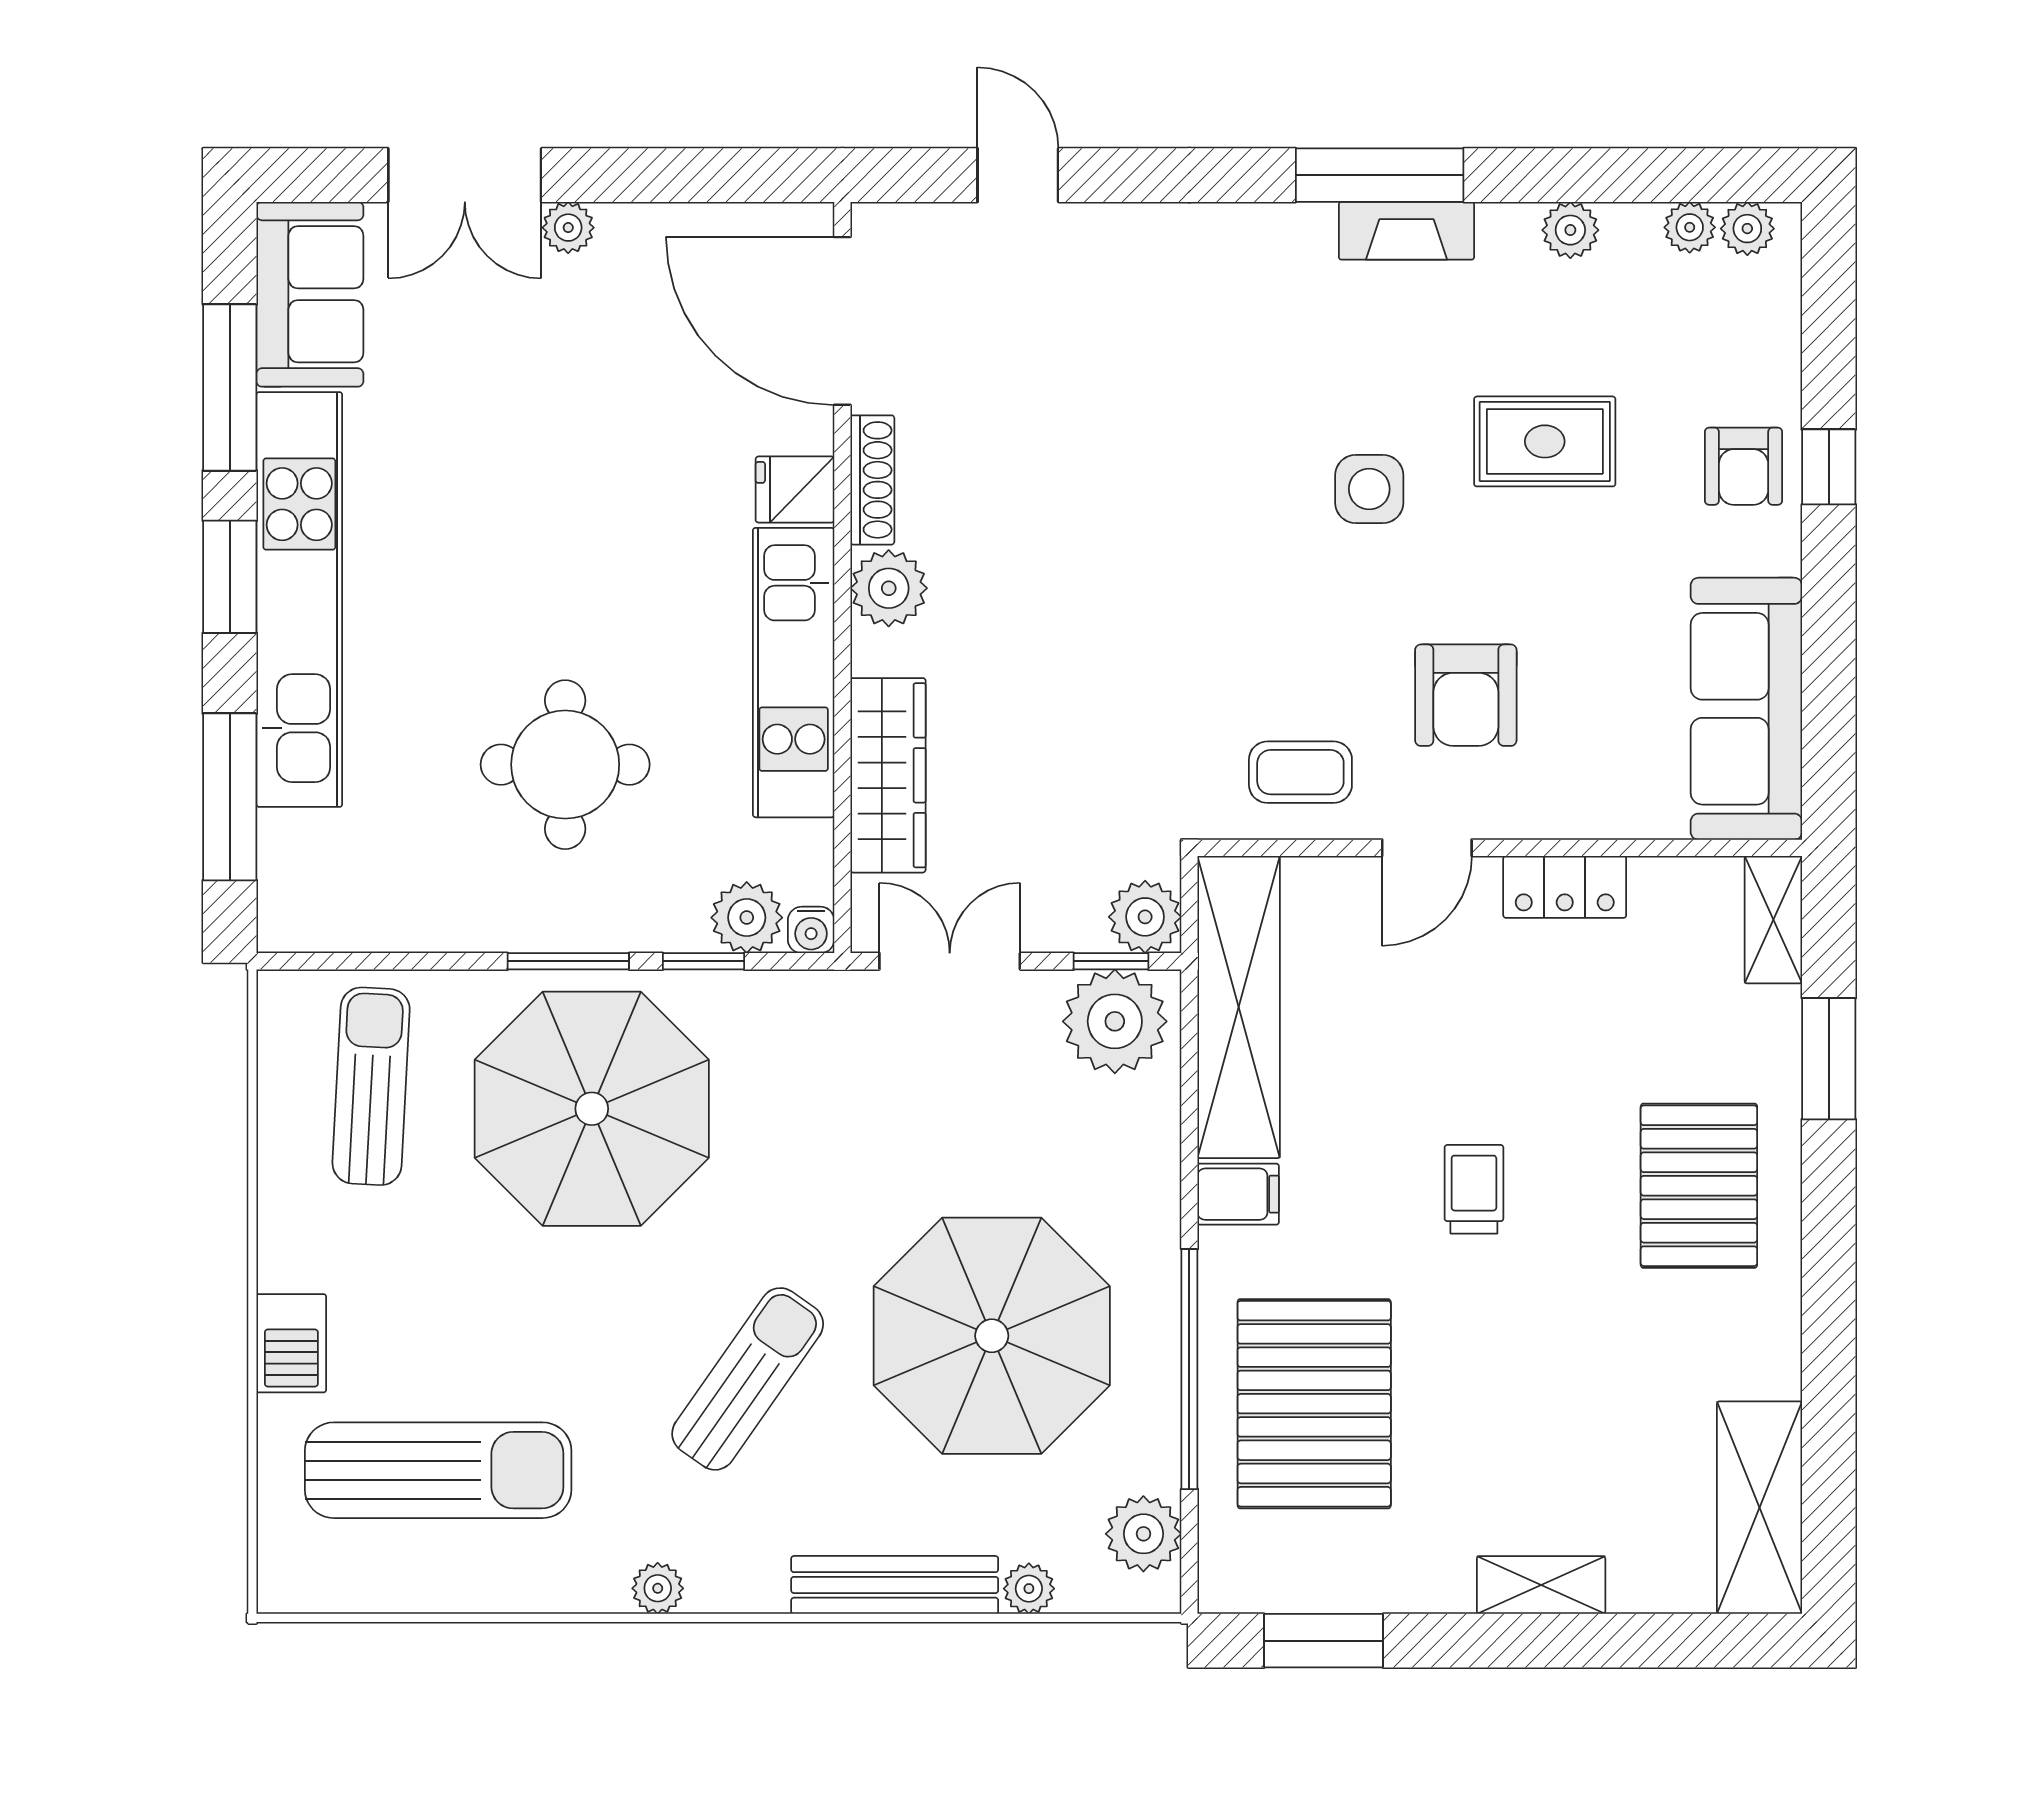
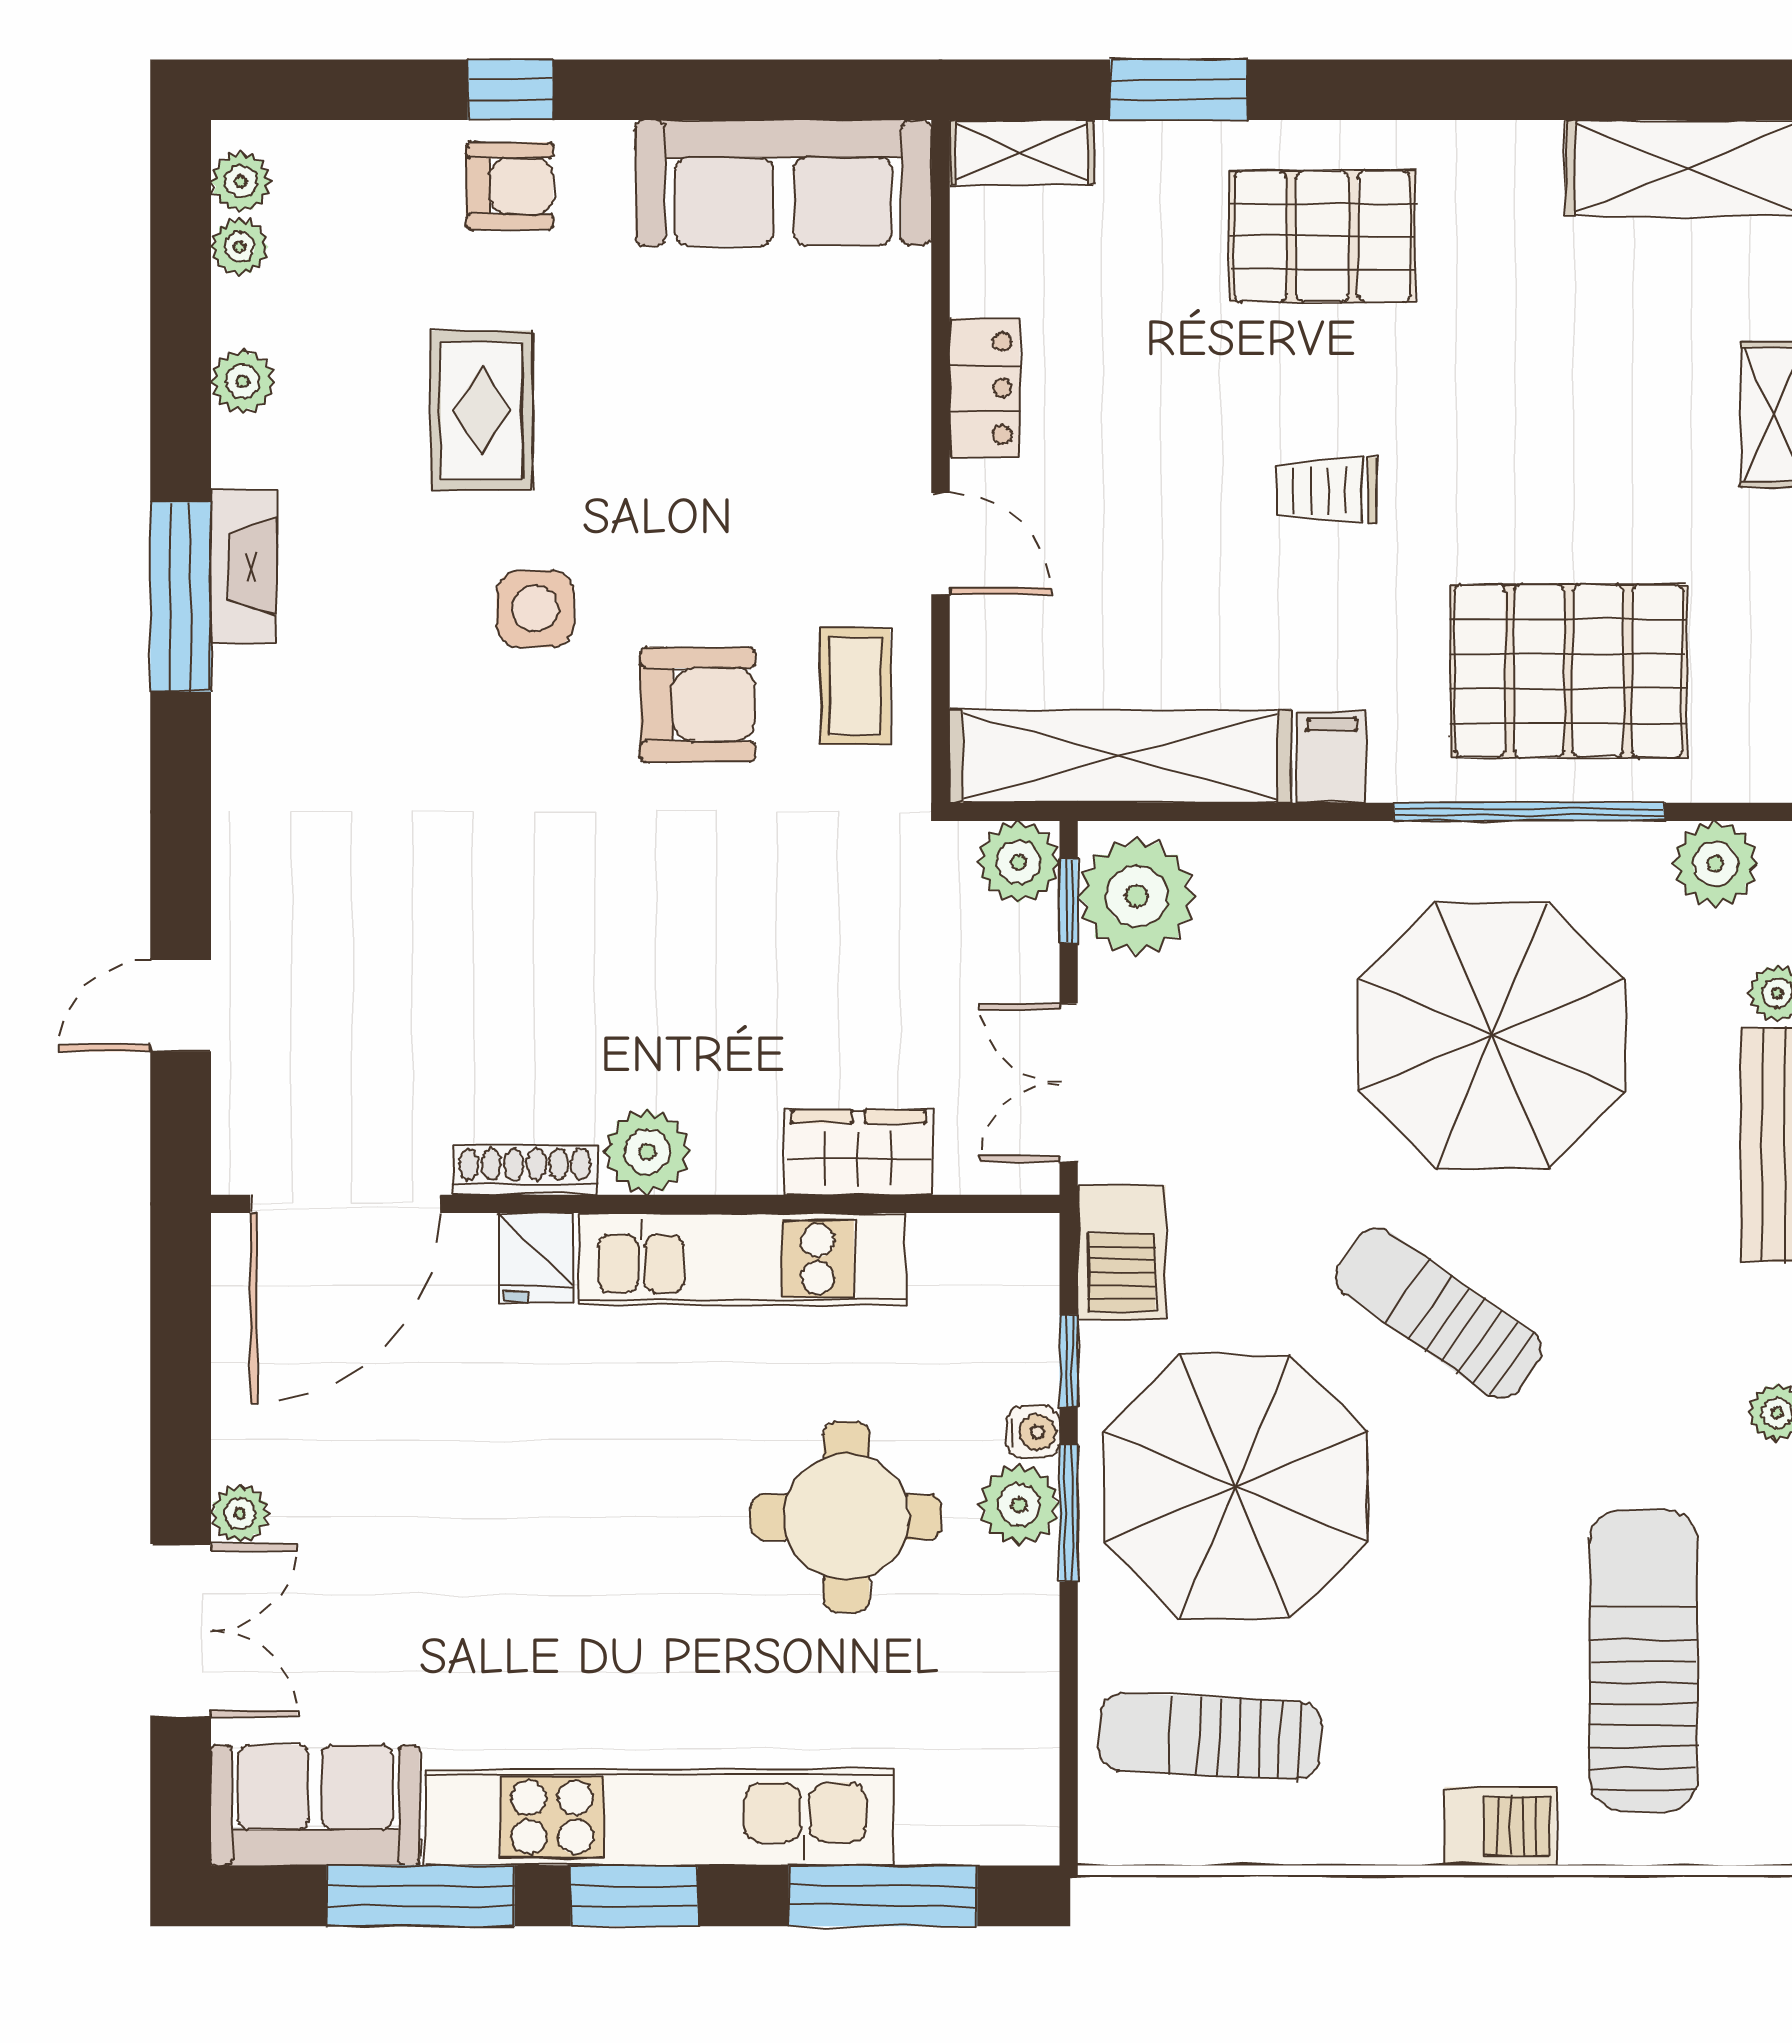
armchair: (1466, 695) -> (698, 705), moved
wardrobe: (888, 775) -> (859, 1152), width x0.67
plant: (747, 918) -> (1019, 1505), moved
water cooler: (811, 930) -> (1033, 1432), moved
barbecue: (799, 1008) -> (1122, 1252), added
sun lounger: (748, 1379) -> (1439, 1313), moved

